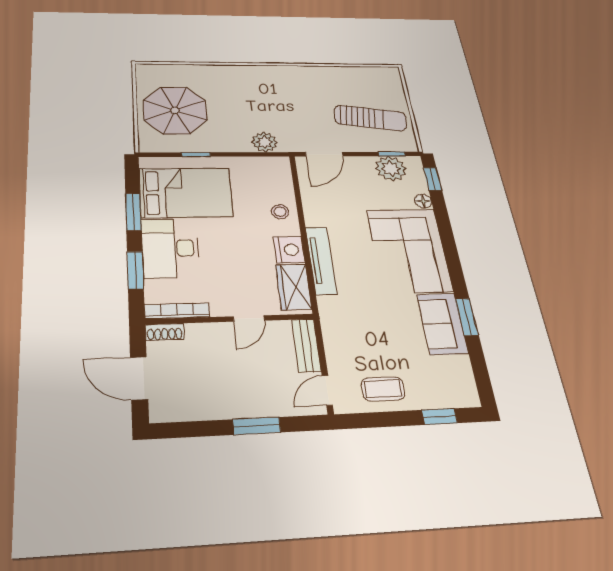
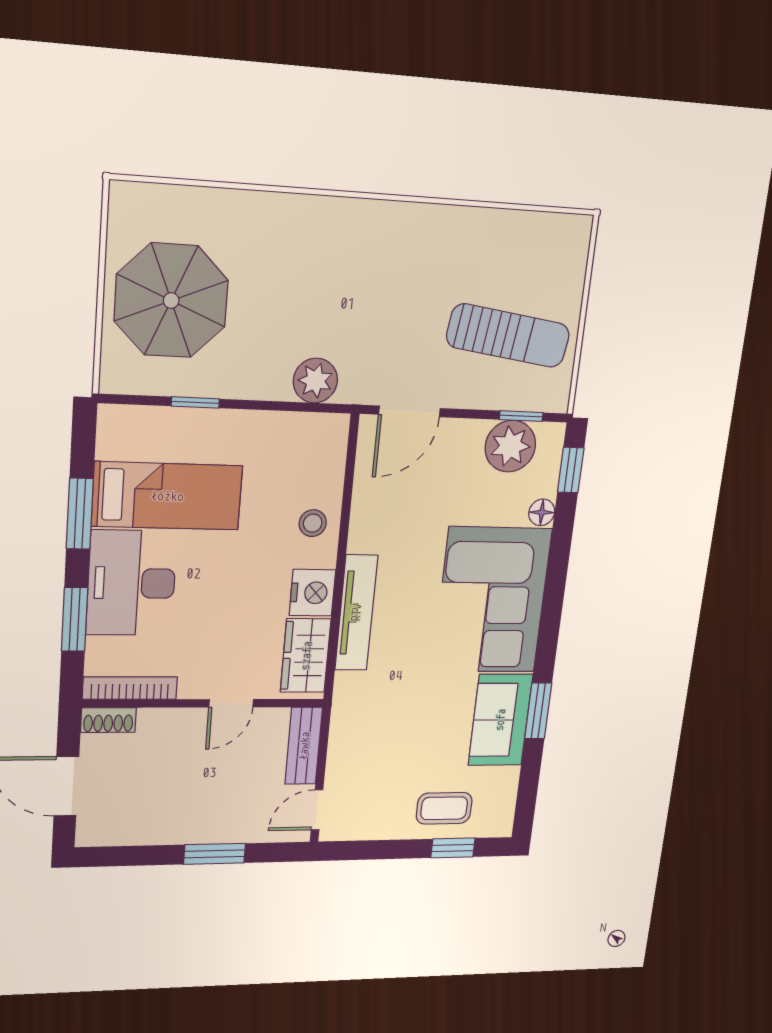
bed: (186, 192) -> (167, 496), width x0.67
coffee table: (383, 389) -> (444, 808), moved

